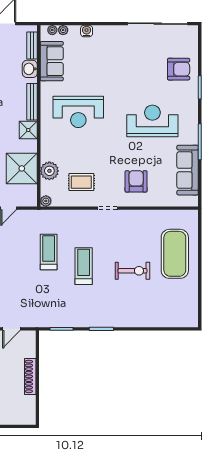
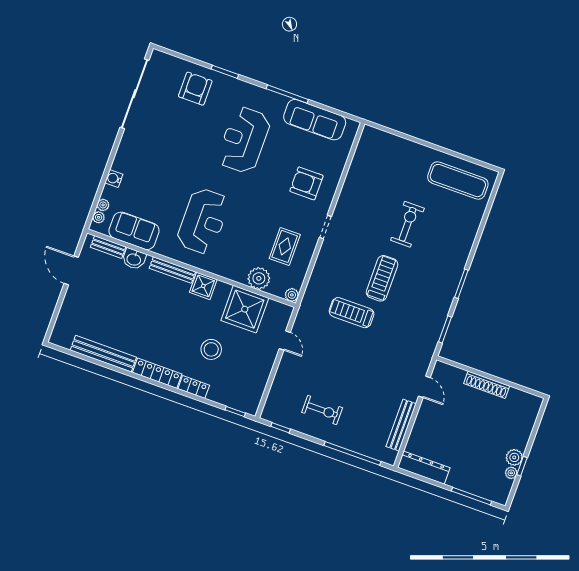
exercise mat: (175, 254) -> (458, 181), moved, width x0.68
treadmill: (84, 266) -> (382, 278), turned 90

